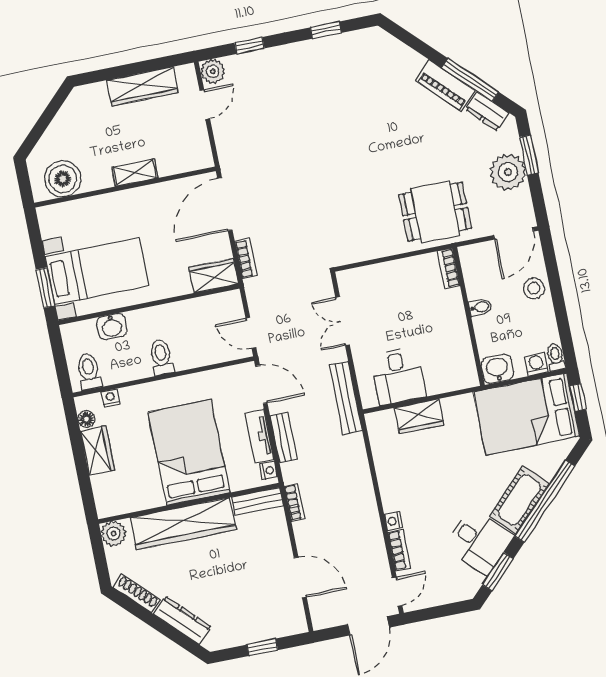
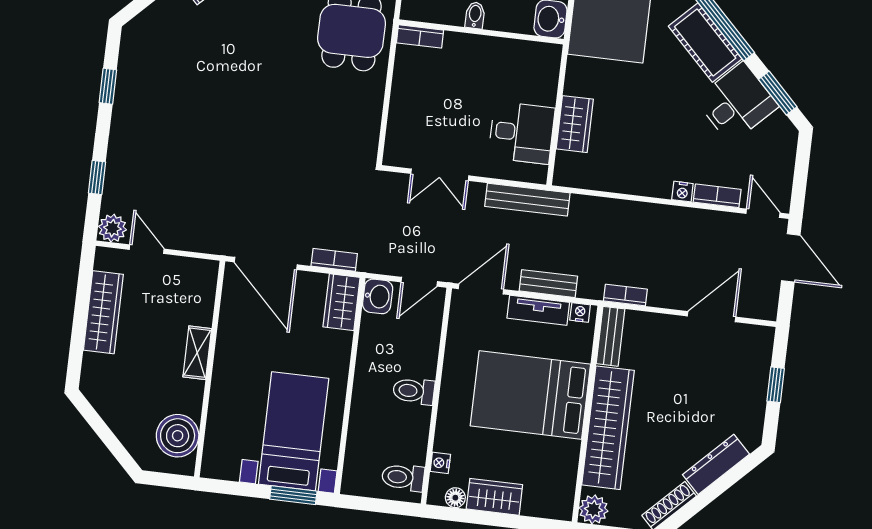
washbasin: (112, 327) -> (378, 296), moved

